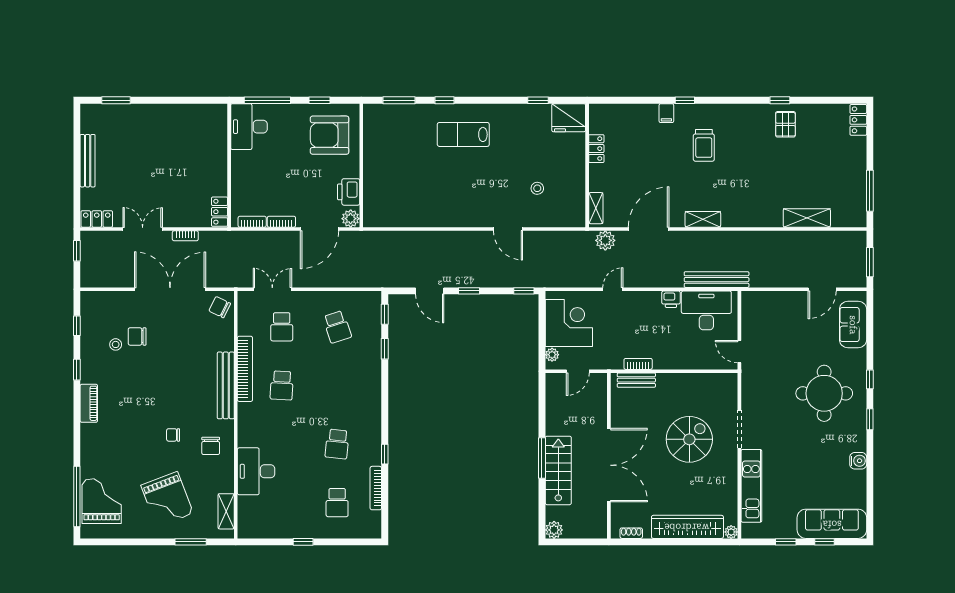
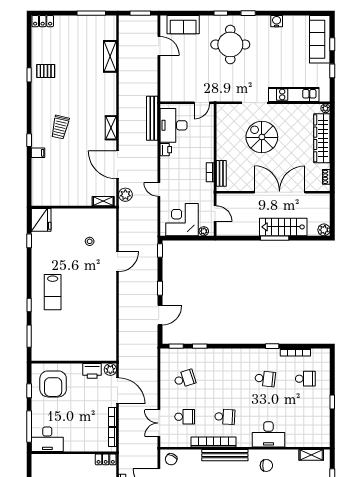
trolley: (704, 145) -> (60, 127), turned 103
locker: (596, 149) -> (62, 201), removed
desk: (256, 471) -> (268, 434), moved

